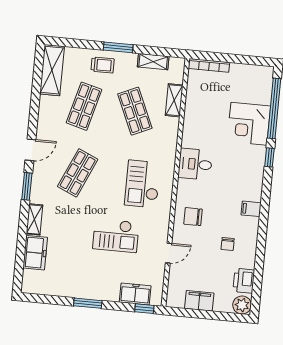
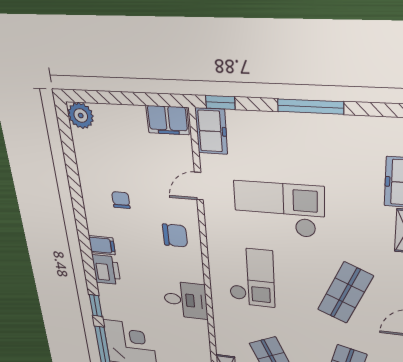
checkout: (116, 235) -> (279, 209), width x1.36, depth x1.21
printer: (244, 281) -> (106, 270), moved
freezer: (135, 294) -> (211, 131), moved, turned -90
filing cabinet: (199, 301) -> (168, 120), moved
window: (88, 303) -> (310, 107), width x1.44

